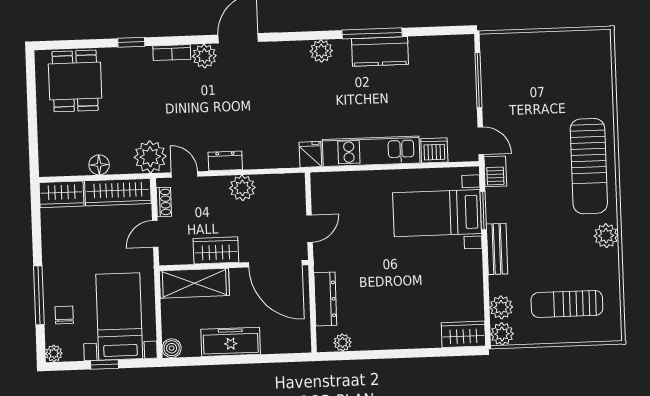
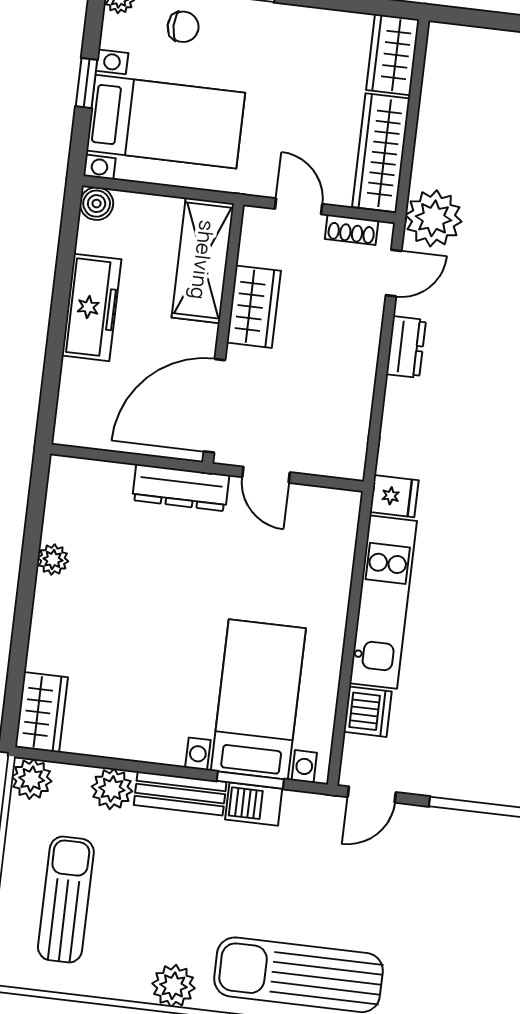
floor lamp: (99, 165) -> (433, 128), removed
barbecue: (495, 171) -> (254, 804), moved
plant: (242, 188) -> (355, 369), removed
dresser: (325, 299) -> (181, 488), moved
plant: (501, 307) -> (112, 789), moved
plant: (343, 343) -> (53, 559), moved

